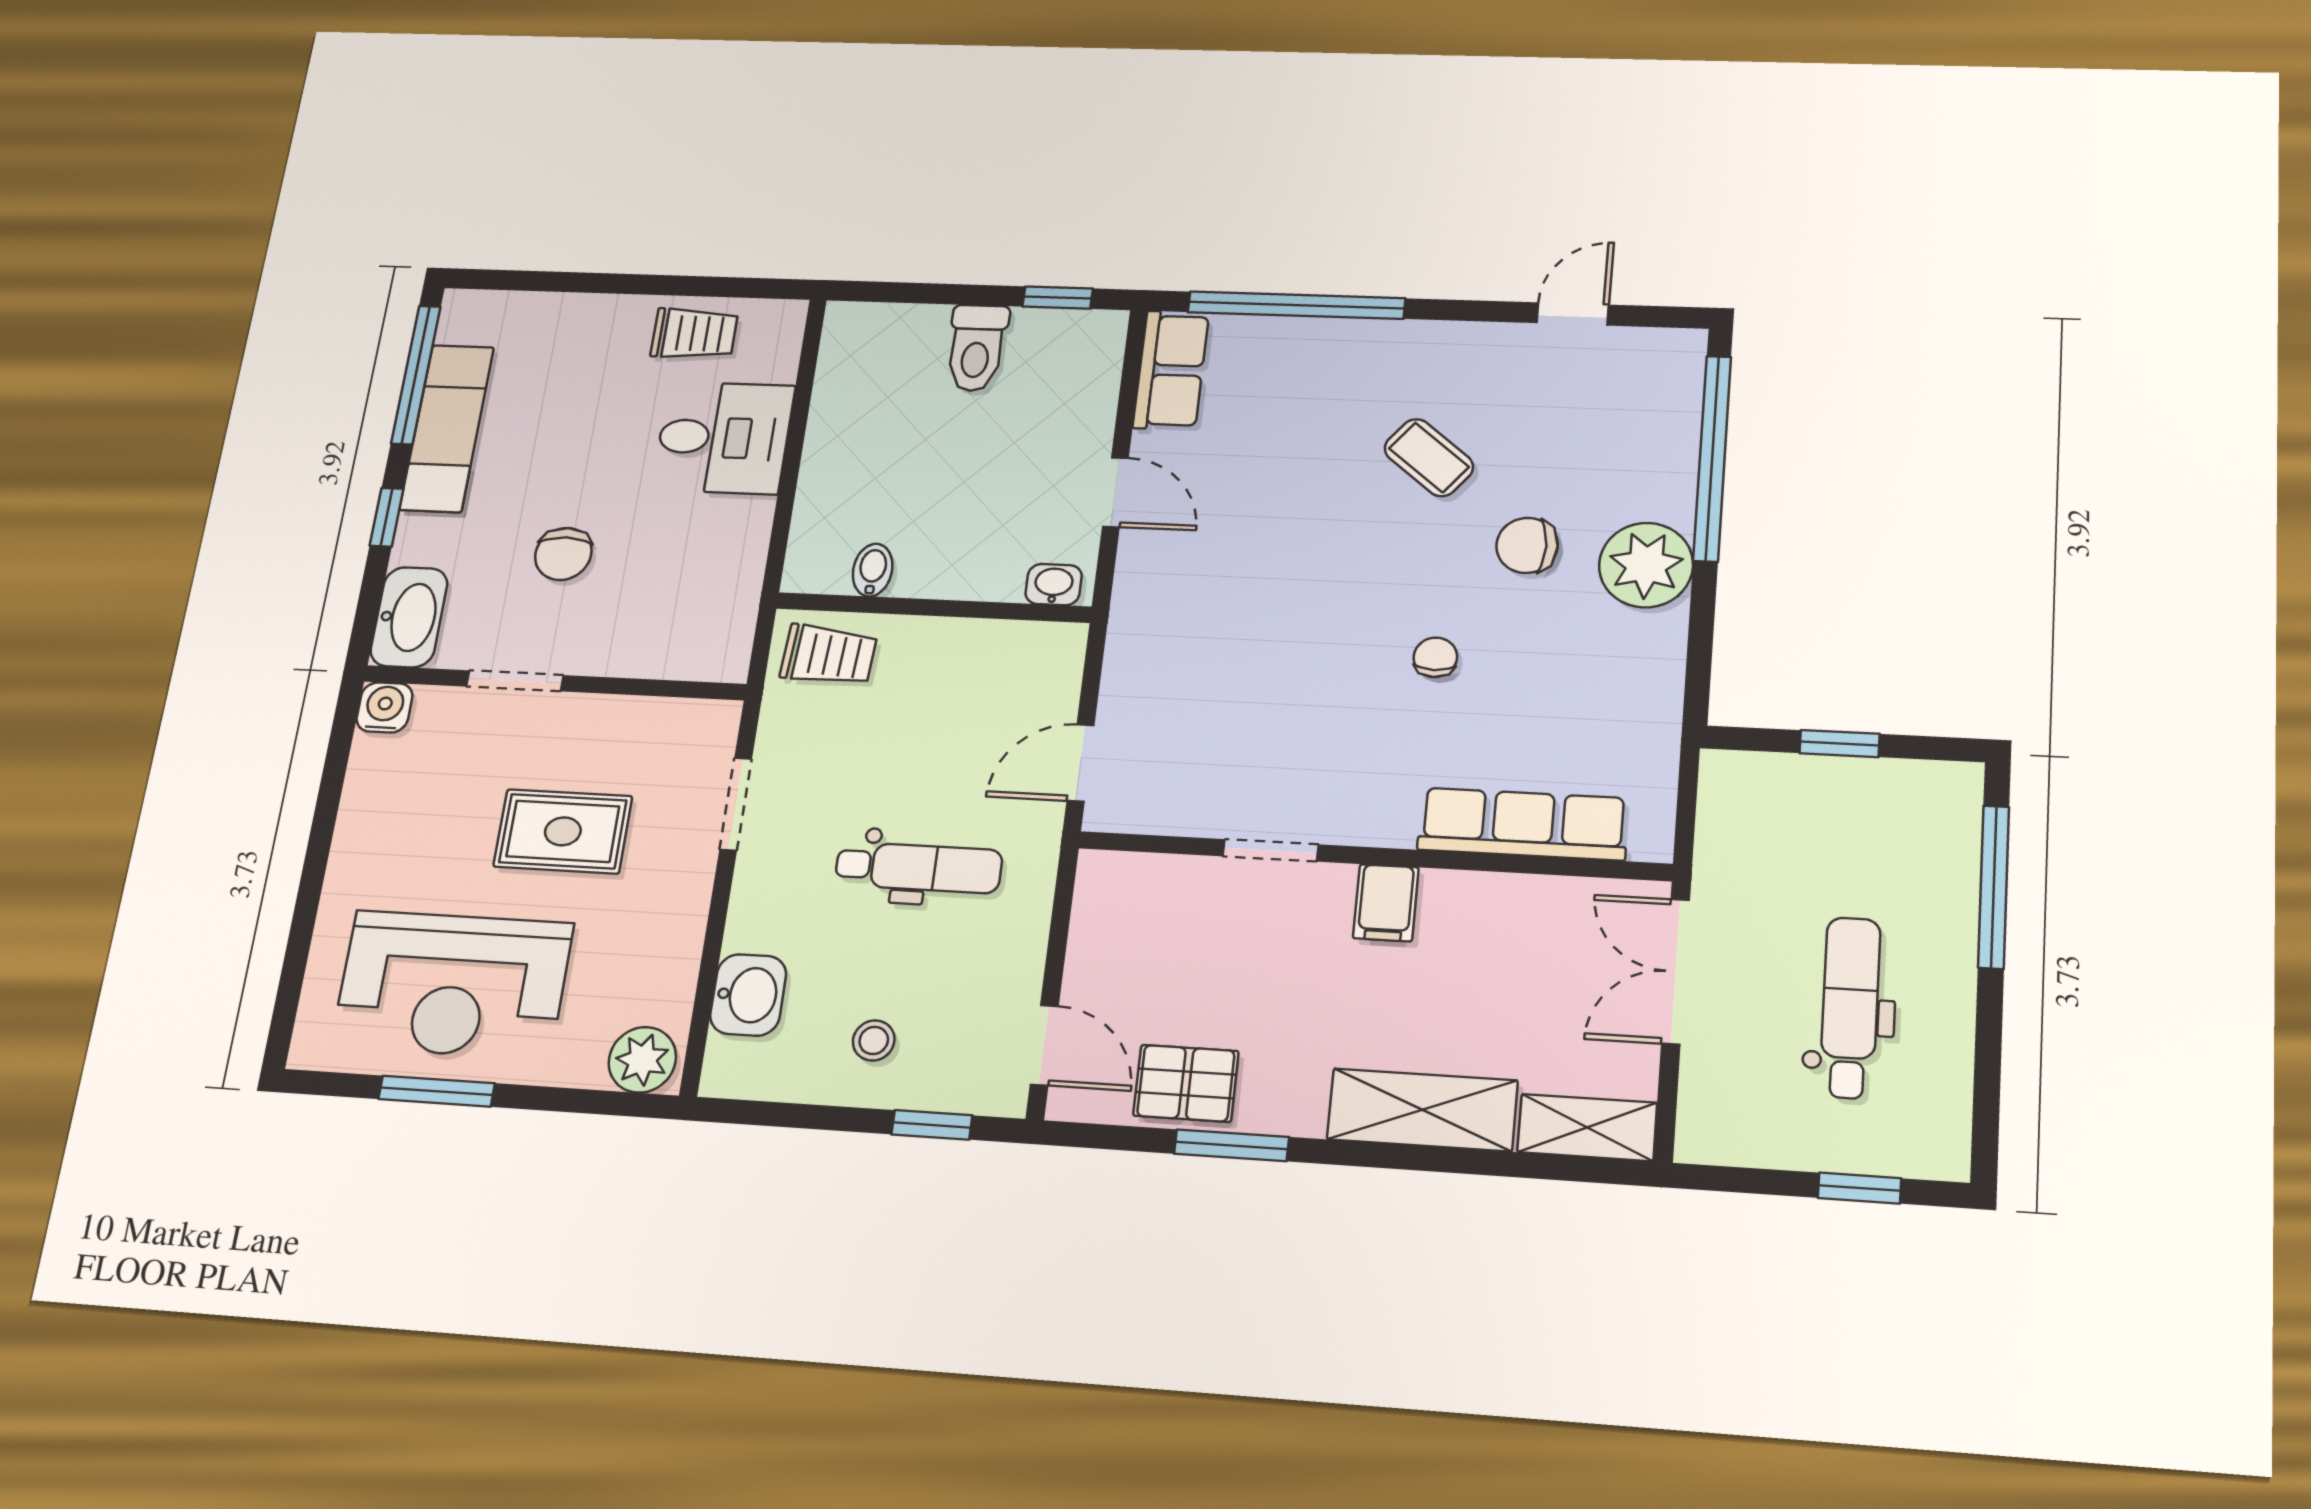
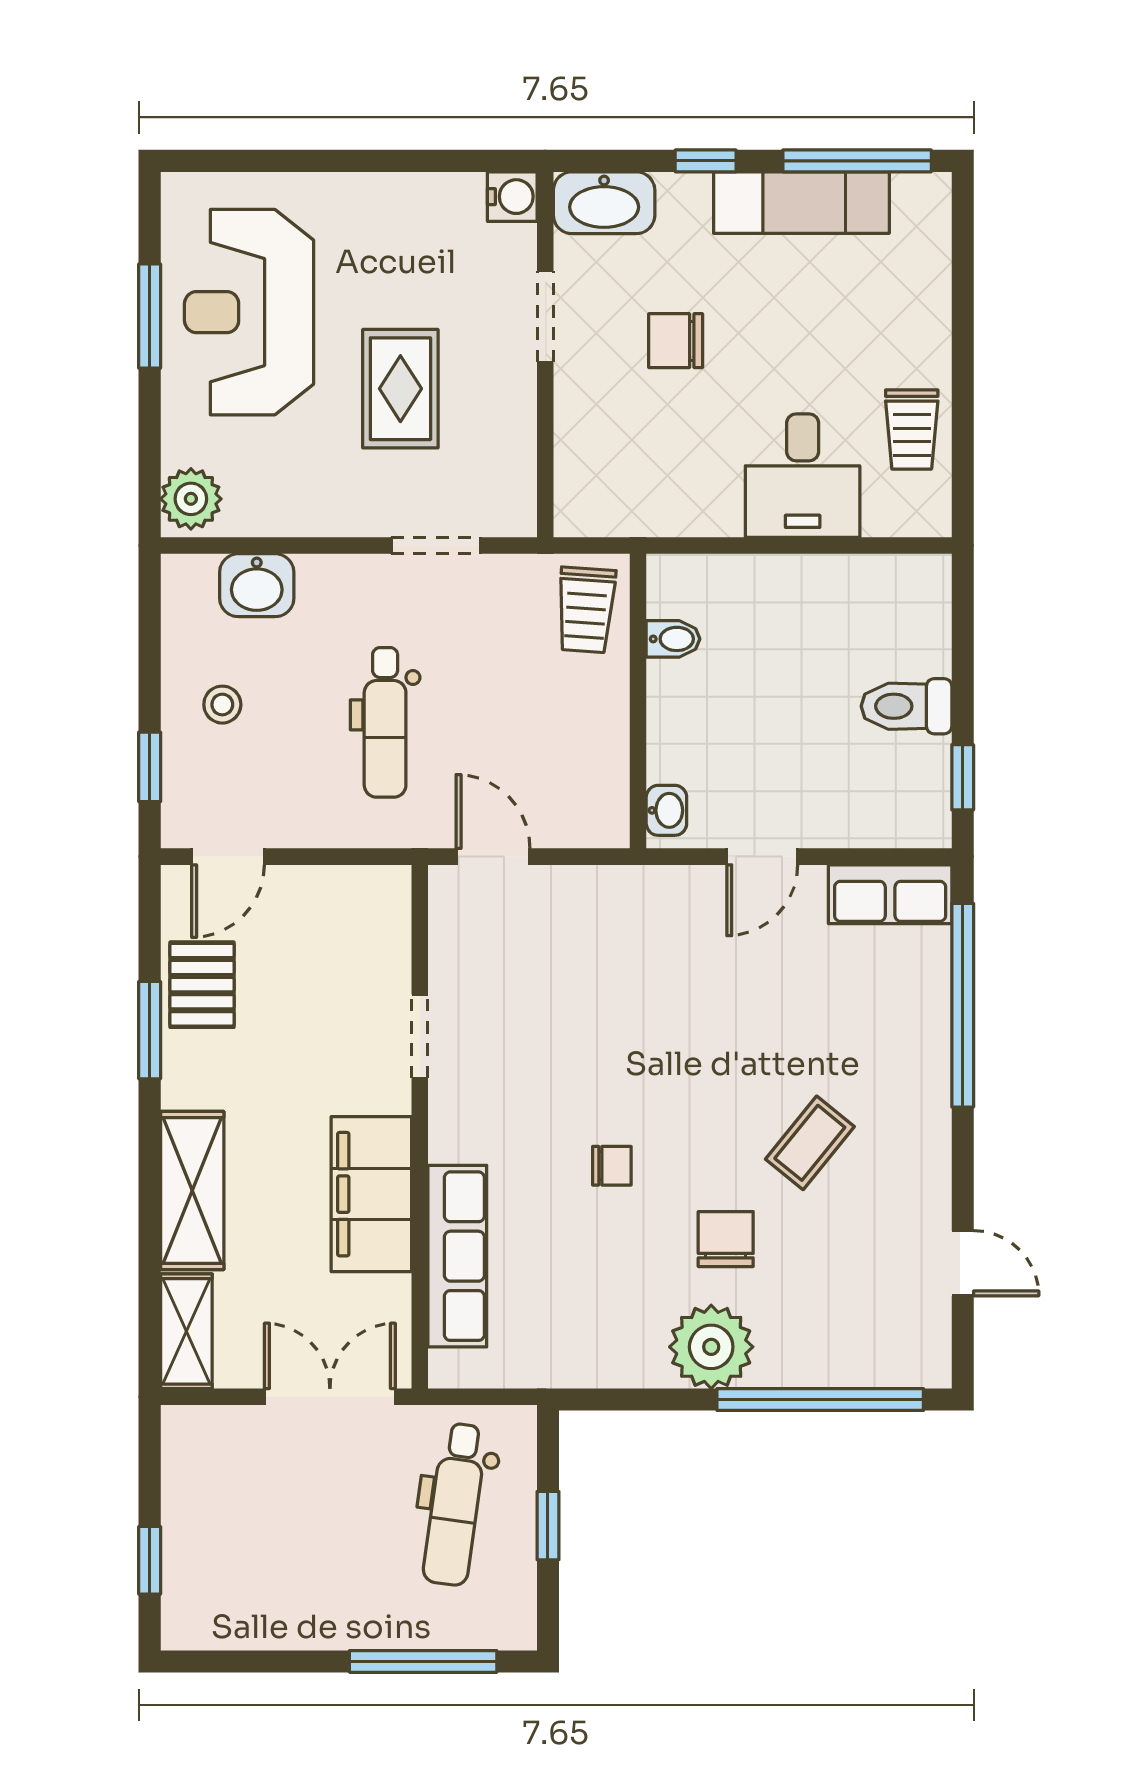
filing cabinet: (1386, 903) -> (371, 1194), width x3.00, depth x1.17
dental chair: (1850, 1007) -> (455, 1504), moved, turned 98

